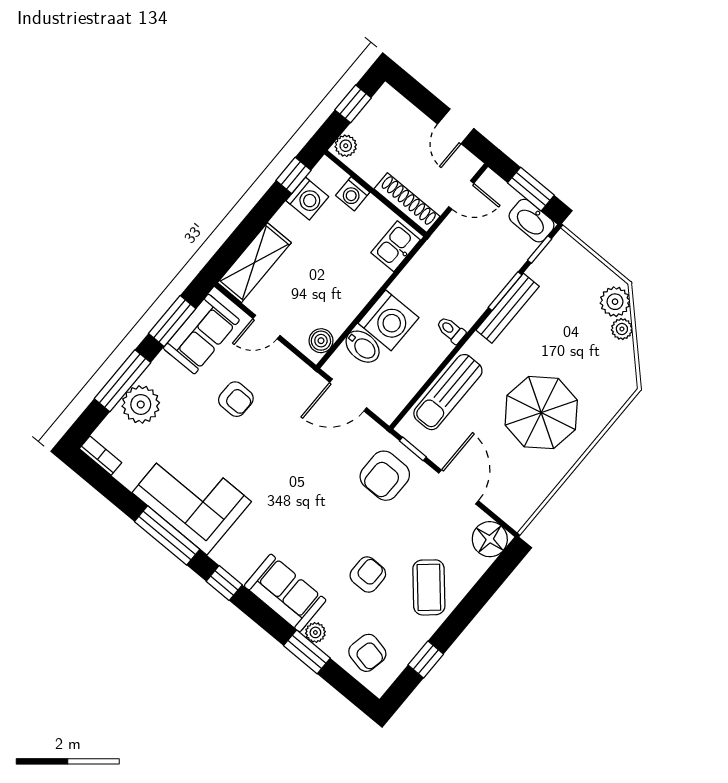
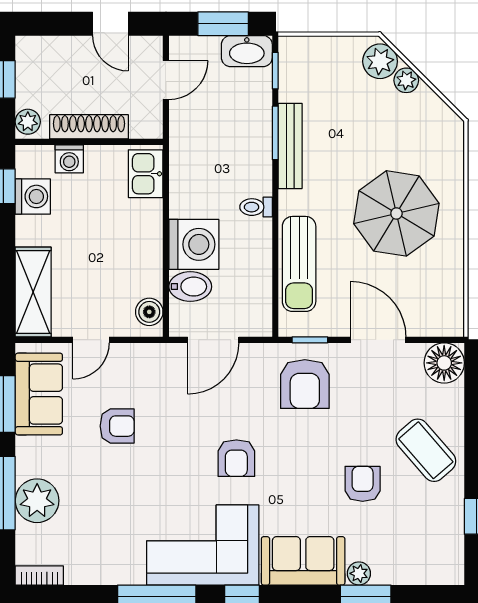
shoe rack: (407, 203) -> (89, 127), moved
corner sofa: (192, 497) -> (203, 545), moved
armchair: (367, 653) -> (236, 458), moved, turned 78

